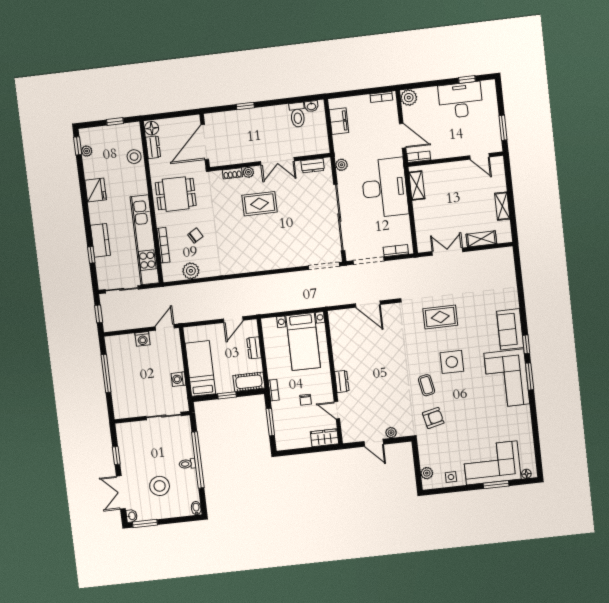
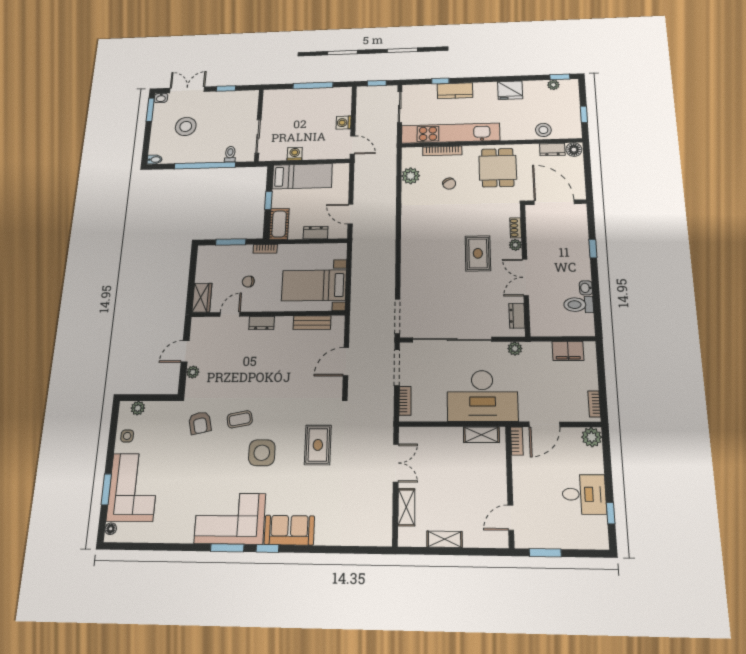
desk: (461, 100) -> (584, 494), width x0.73
washbasin: (311, 106) -> (586, 288), moved
bench: (337, 338) -> (312, 323), added
toilet: (187, 464) -> (230, 154), moved

